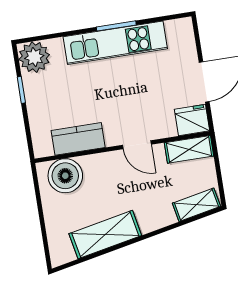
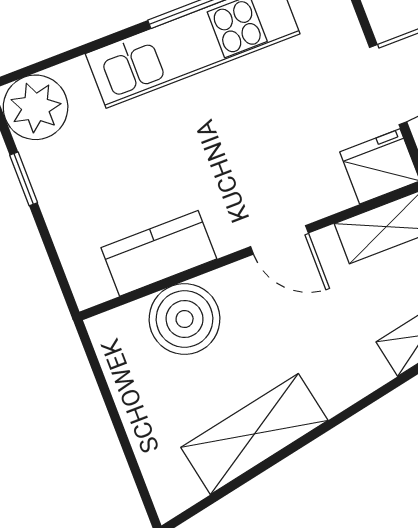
boiler: (65, 176) -> (185, 319), moved

